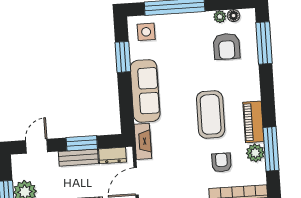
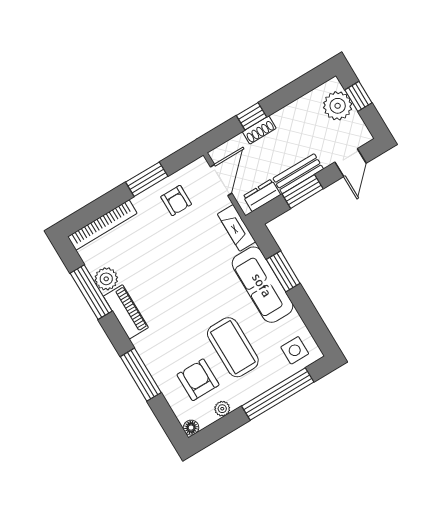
floor lamp: (234, 16) -> (191, 428), moved
window: (264, 43) -> (141, 375), moved
window: (123, 57) -> (283, 271), moved
coffee table: (211, 114) -> (233, 347), moved
armchair: (221, 162) -> (176, 201), moved

